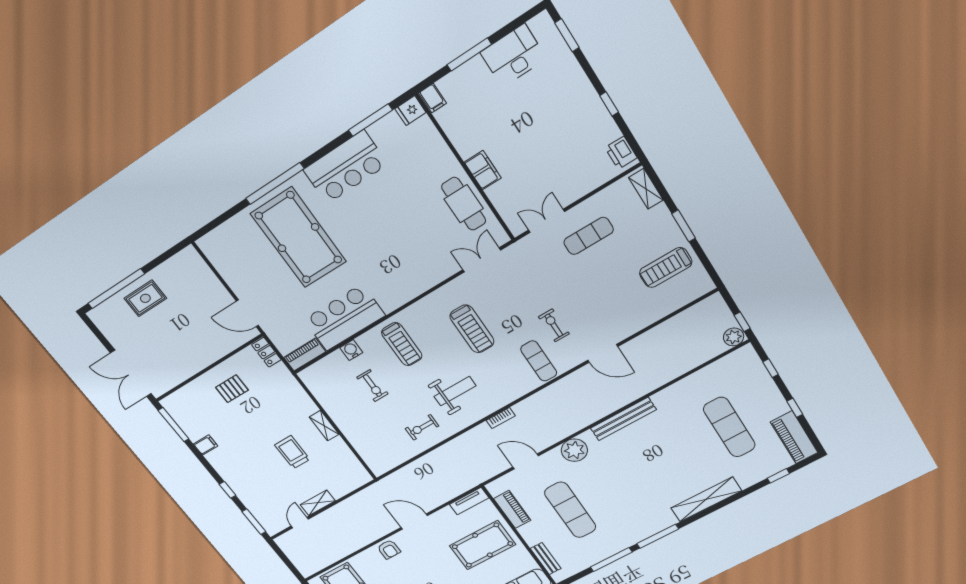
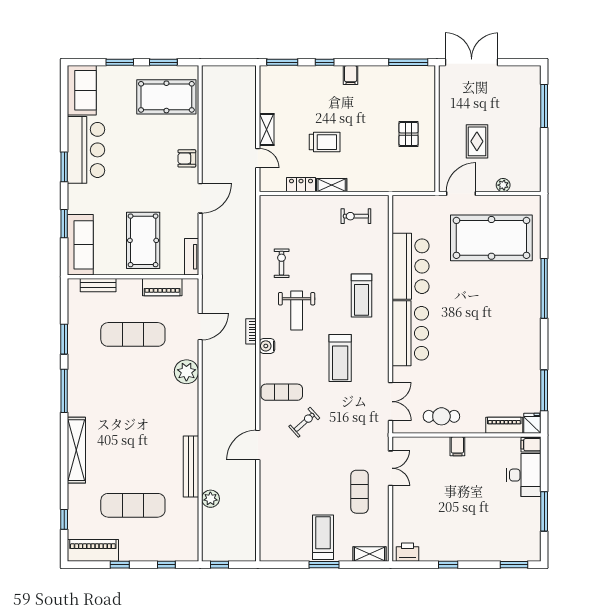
window: (469, 55) -> (544, 511), moved
desk: (513, 55) -> (524, 475), moved
bar counter: (345, 167) -> (410, 333), moved, turned 180
filing cabinet: (483, 170) -> (457, 446), width x0.50
cafe table: (464, 204) -> (441, 416), width x0.73, depth x0.74
pool table: (298, 238) -> (491, 238), moved
treadmill: (666, 268) -> (323, 537), moved
plant: (212, 281) -> (503, 185), added
window: (116, 289) -> (544, 106), width x0.68
rug: (145, 298) -> (477, 141), moved
exercise bike: (554, 325) -> (304, 422), turned -42
treadmill: (472, 329) -> (340, 358), turned -90
plant: (734, 337) -> (210, 499), moved
treadmill: (402, 344) -> (362, 296), turned -90
water cooler: (351, 350) -> (267, 346), moved, turned 180
locker: (266, 352) -> (301, 185), moved
piano: (305, 355) -> (504, 425), moved, turned -90
exercise bike: (372, 386) -> (356, 216), moved
bench: (623, 419) -> (191, 466), moved
filing cabinet: (206, 445) -> (351, 75), moved
door: (300, 523) -> (258, 158), moved
window: (611, 560) -> (64, 339), width x0.69

